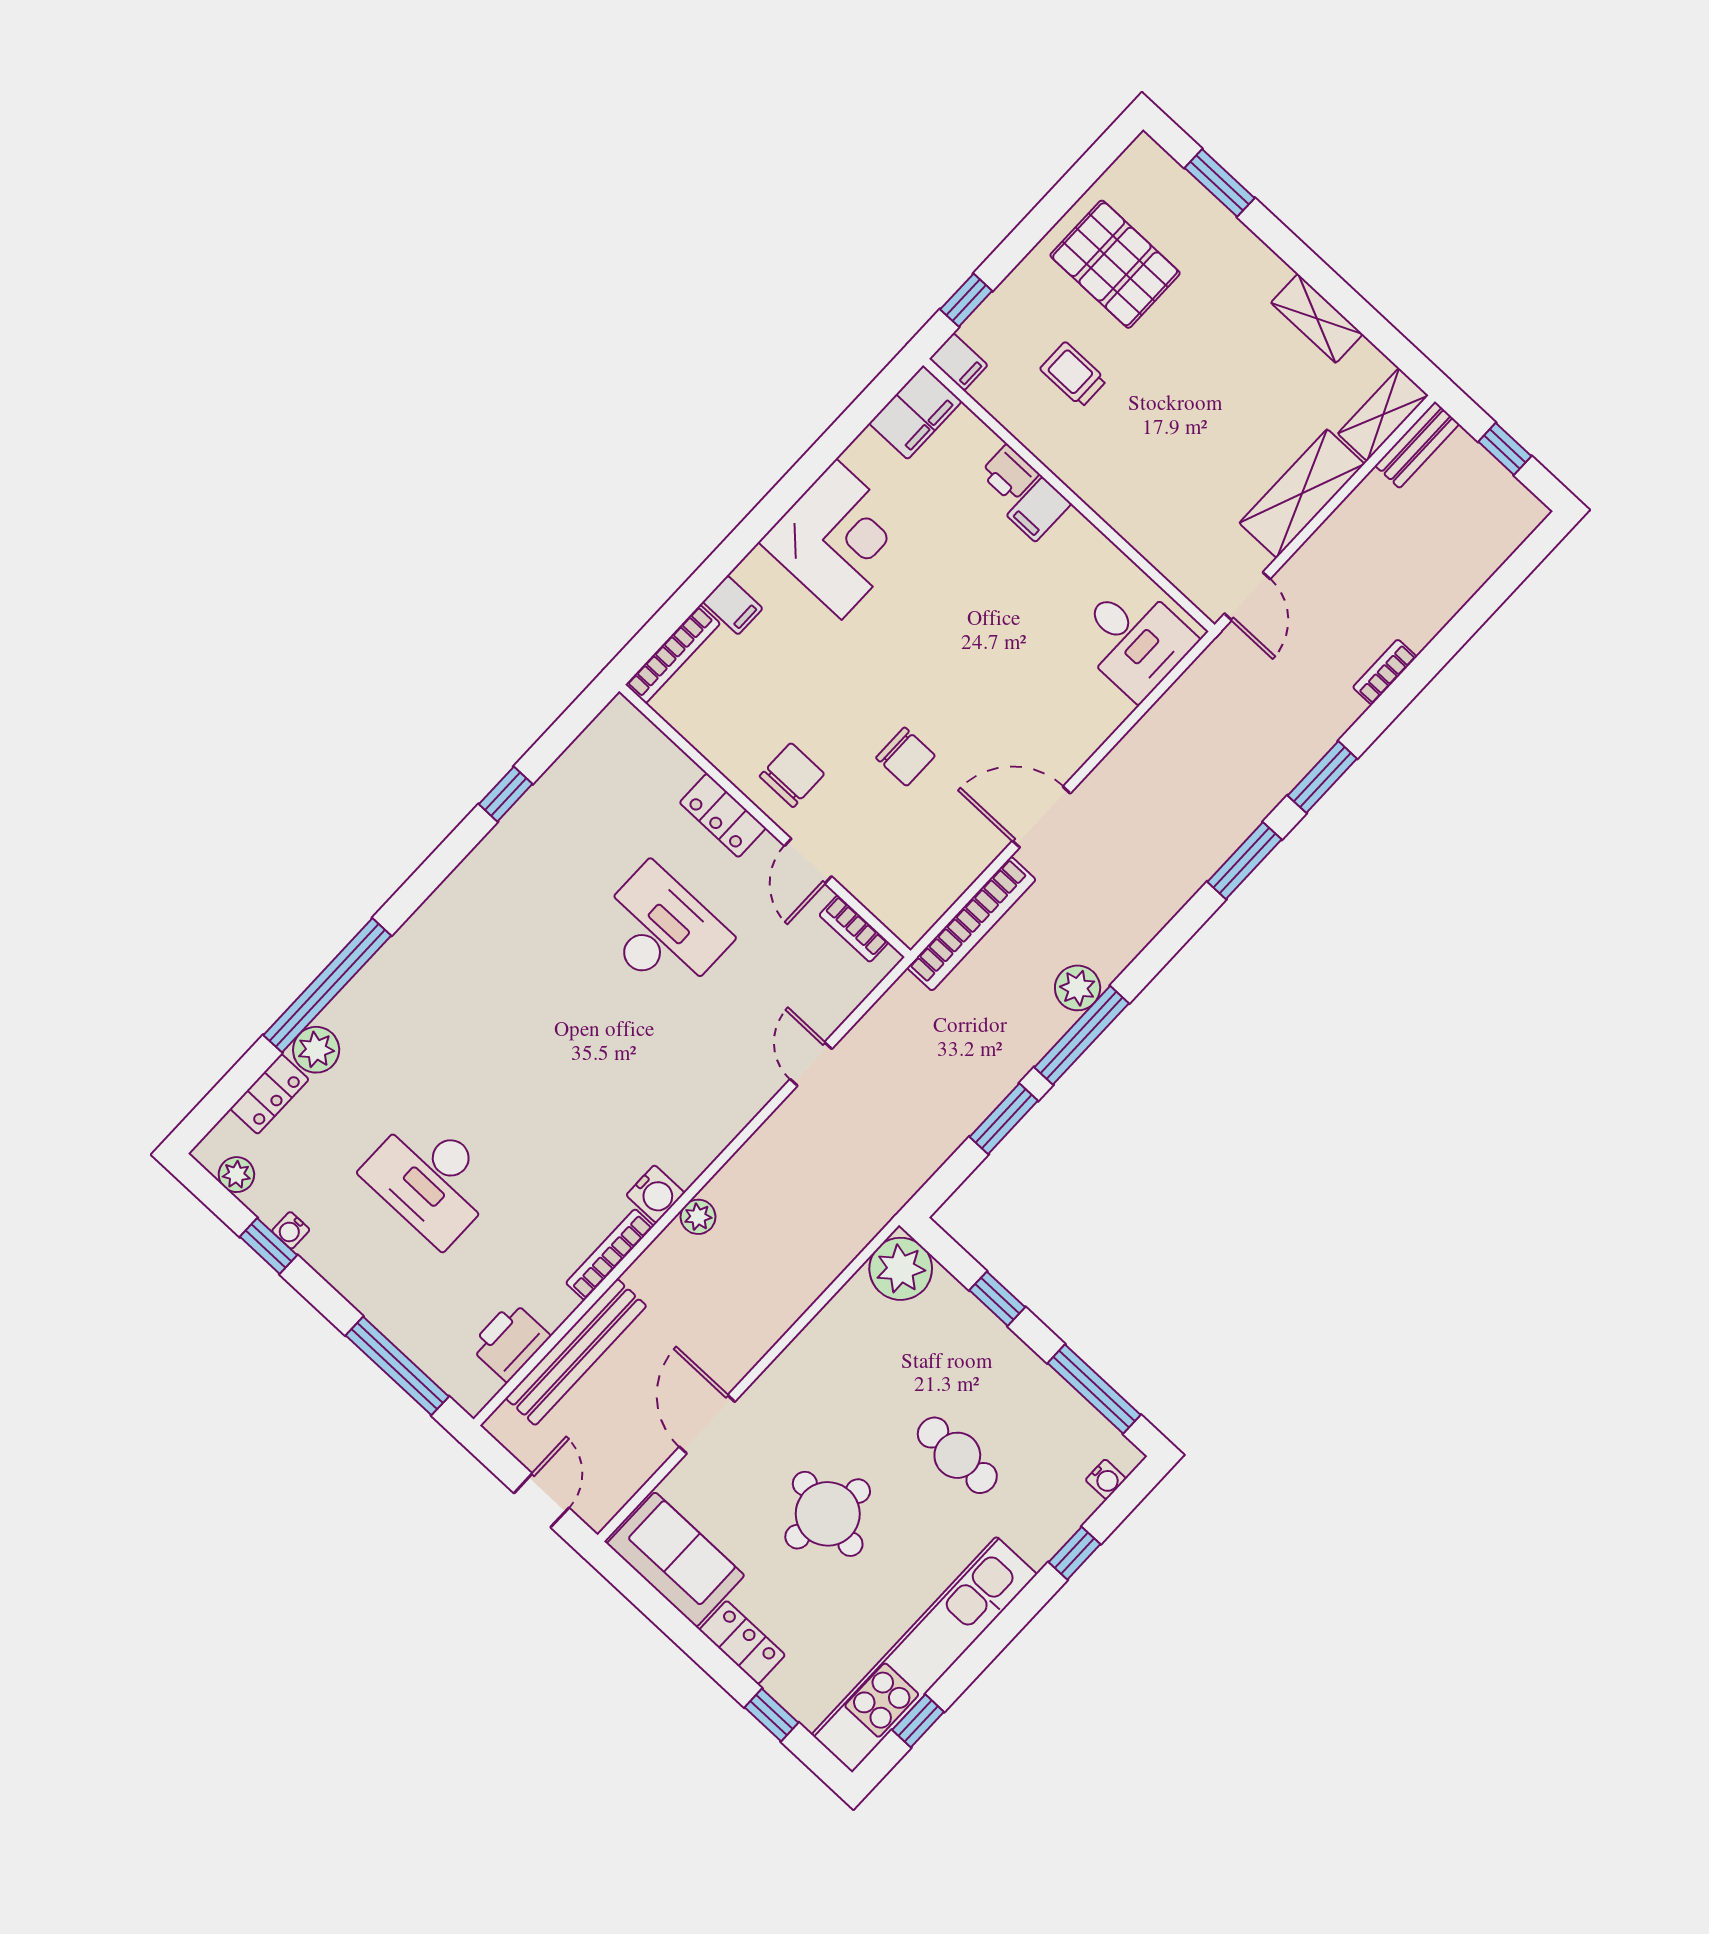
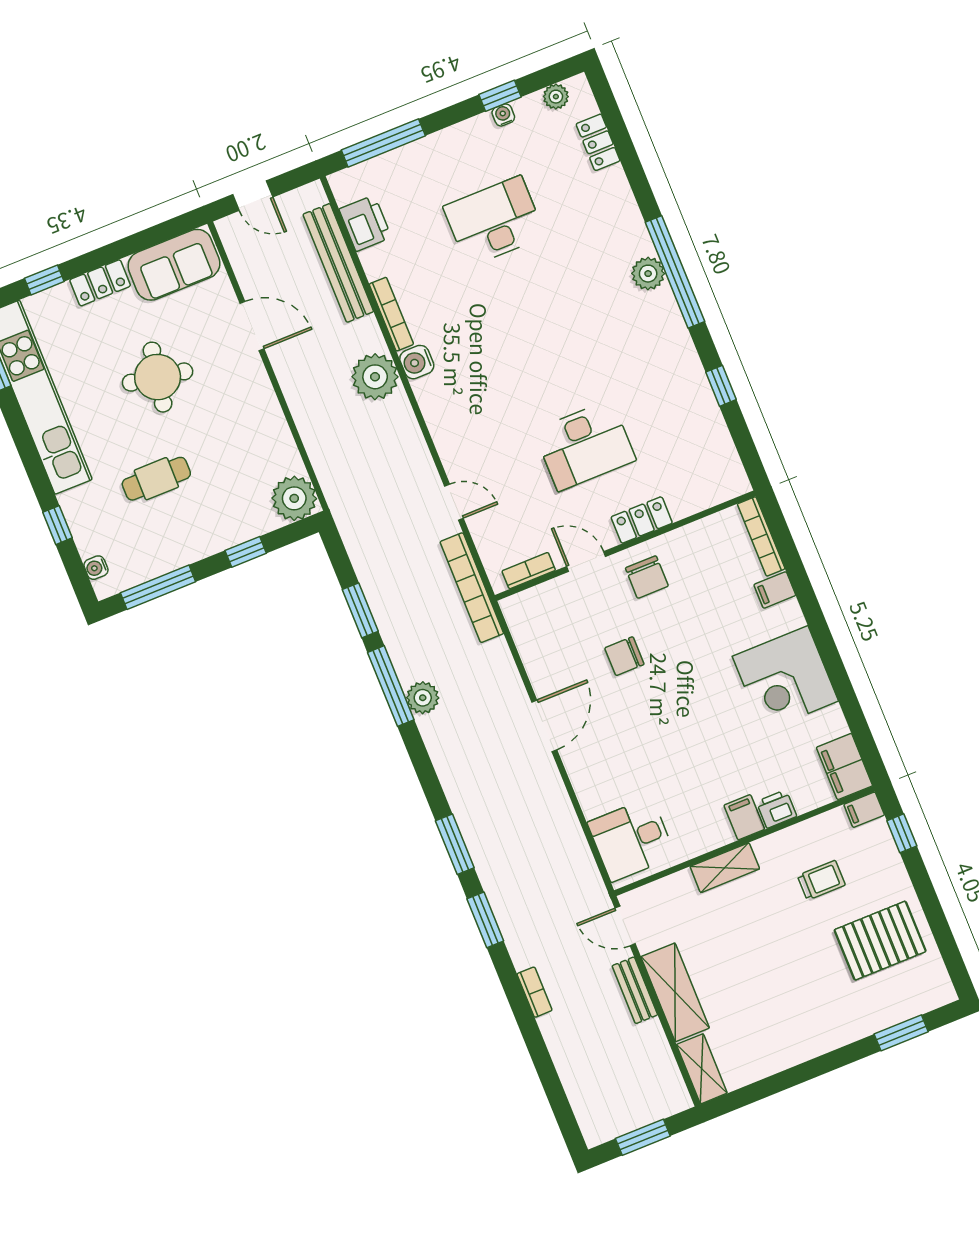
shelving: (1317, 318) -> (725, 868), moved
bench: (1417, 445) -> (635, 990), moved
window: (1505, 449) -> (643, 1137), width x1.50
bookcase: (971, 924) -> (472, 588), moved
window: (327, 985) -> (675, 272), moved
plant: (316, 1050) -> (648, 274), moved
plant: (698, 1217) -> (375, 377), width x1.87, depth x1.87

